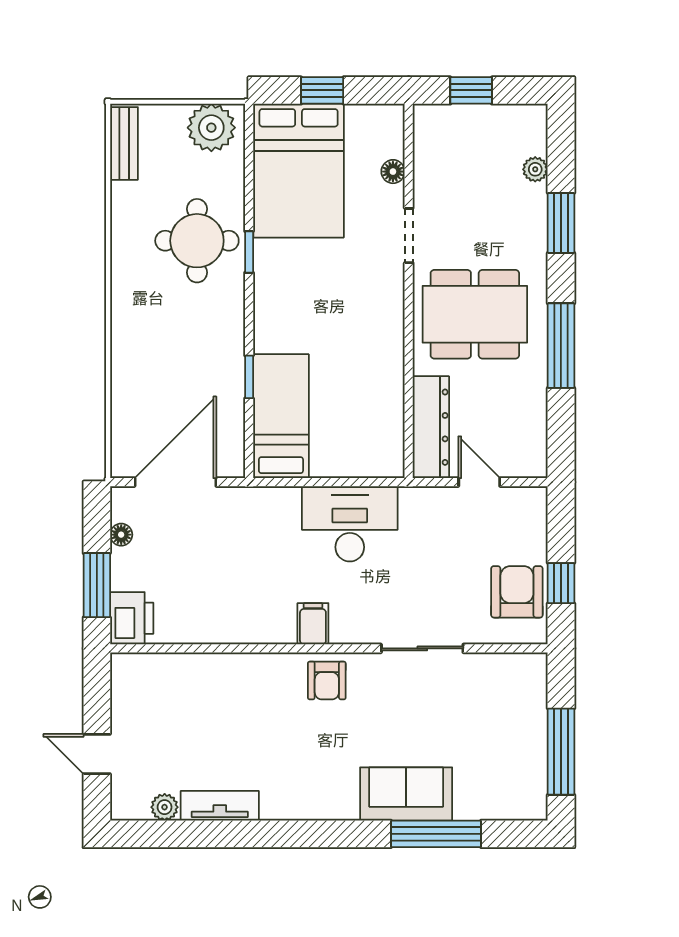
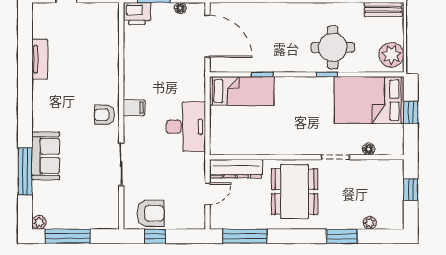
window: (561, 346) -> (245, 236), moved
plant: (165, 807) -> (39, 222), moved

